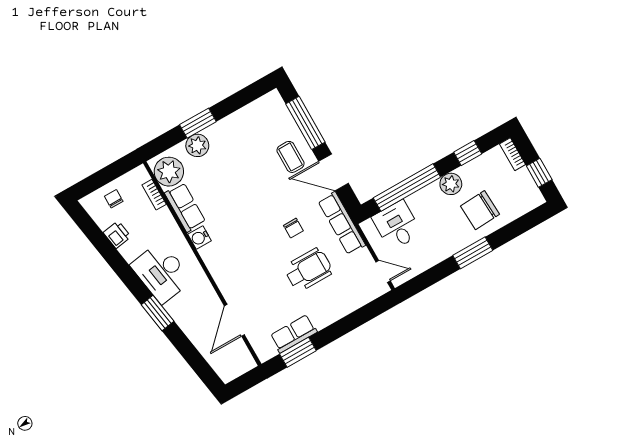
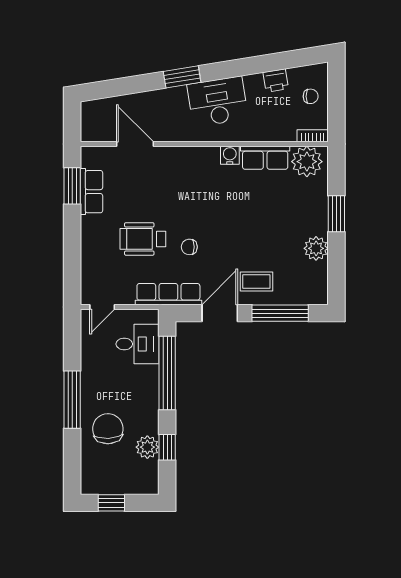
plant: (197, 145) -> (316, 248), moved
bookcase: (513, 154) -> (142, 488), removed
plant: (451, 184) -> (147, 447), moved
bookcase: (154, 195) -> (313, 136), moved
window: (473, 253) -> (72, 400), width x1.44
wheelchair: (308, 270) -> (143, 239), turned 90

